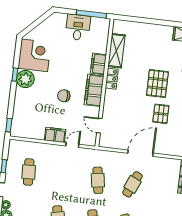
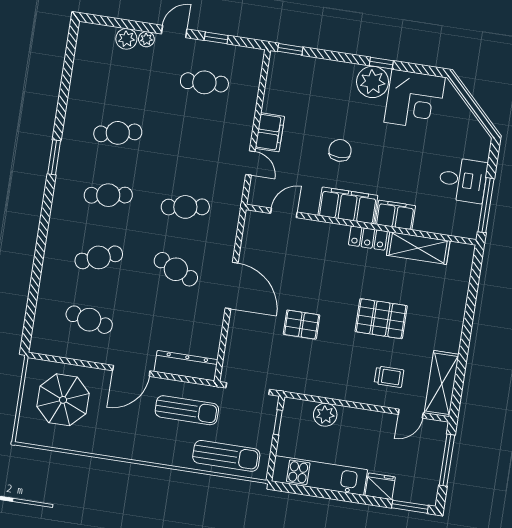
pallet: (157, 84) -> (381, 319), moved

